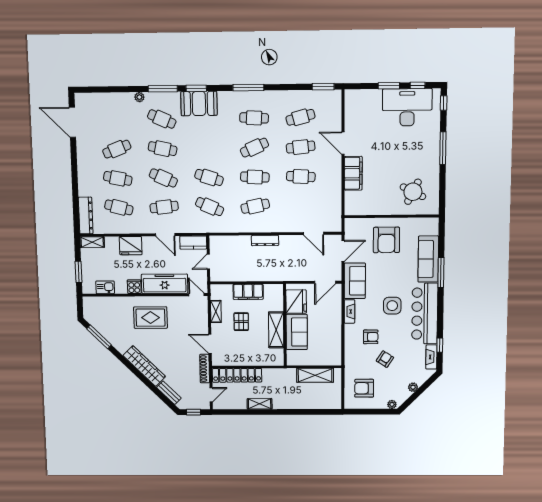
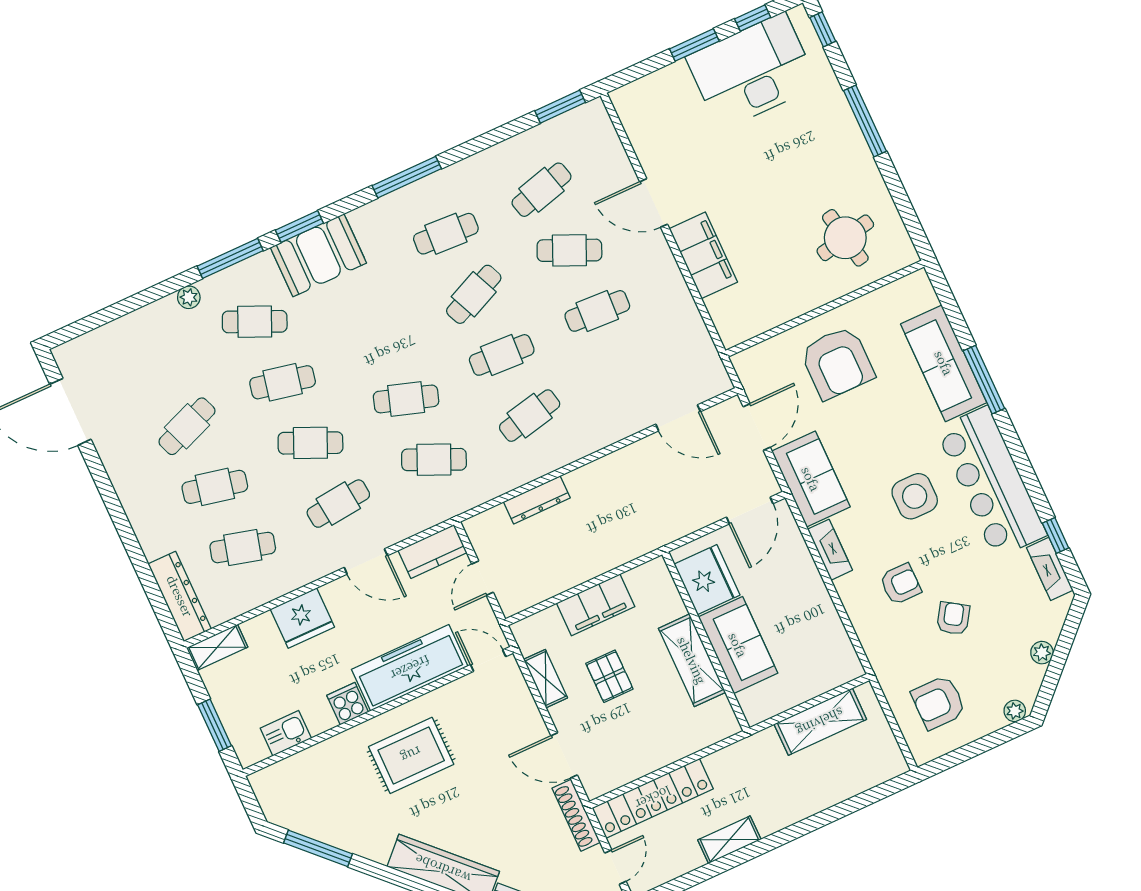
cafe table: (301, 147) -> (569, 250), turned 30
round table: (413, 192) -> (845, 238), turned -38
dresser: (265, 241) -> (537, 500), moved

